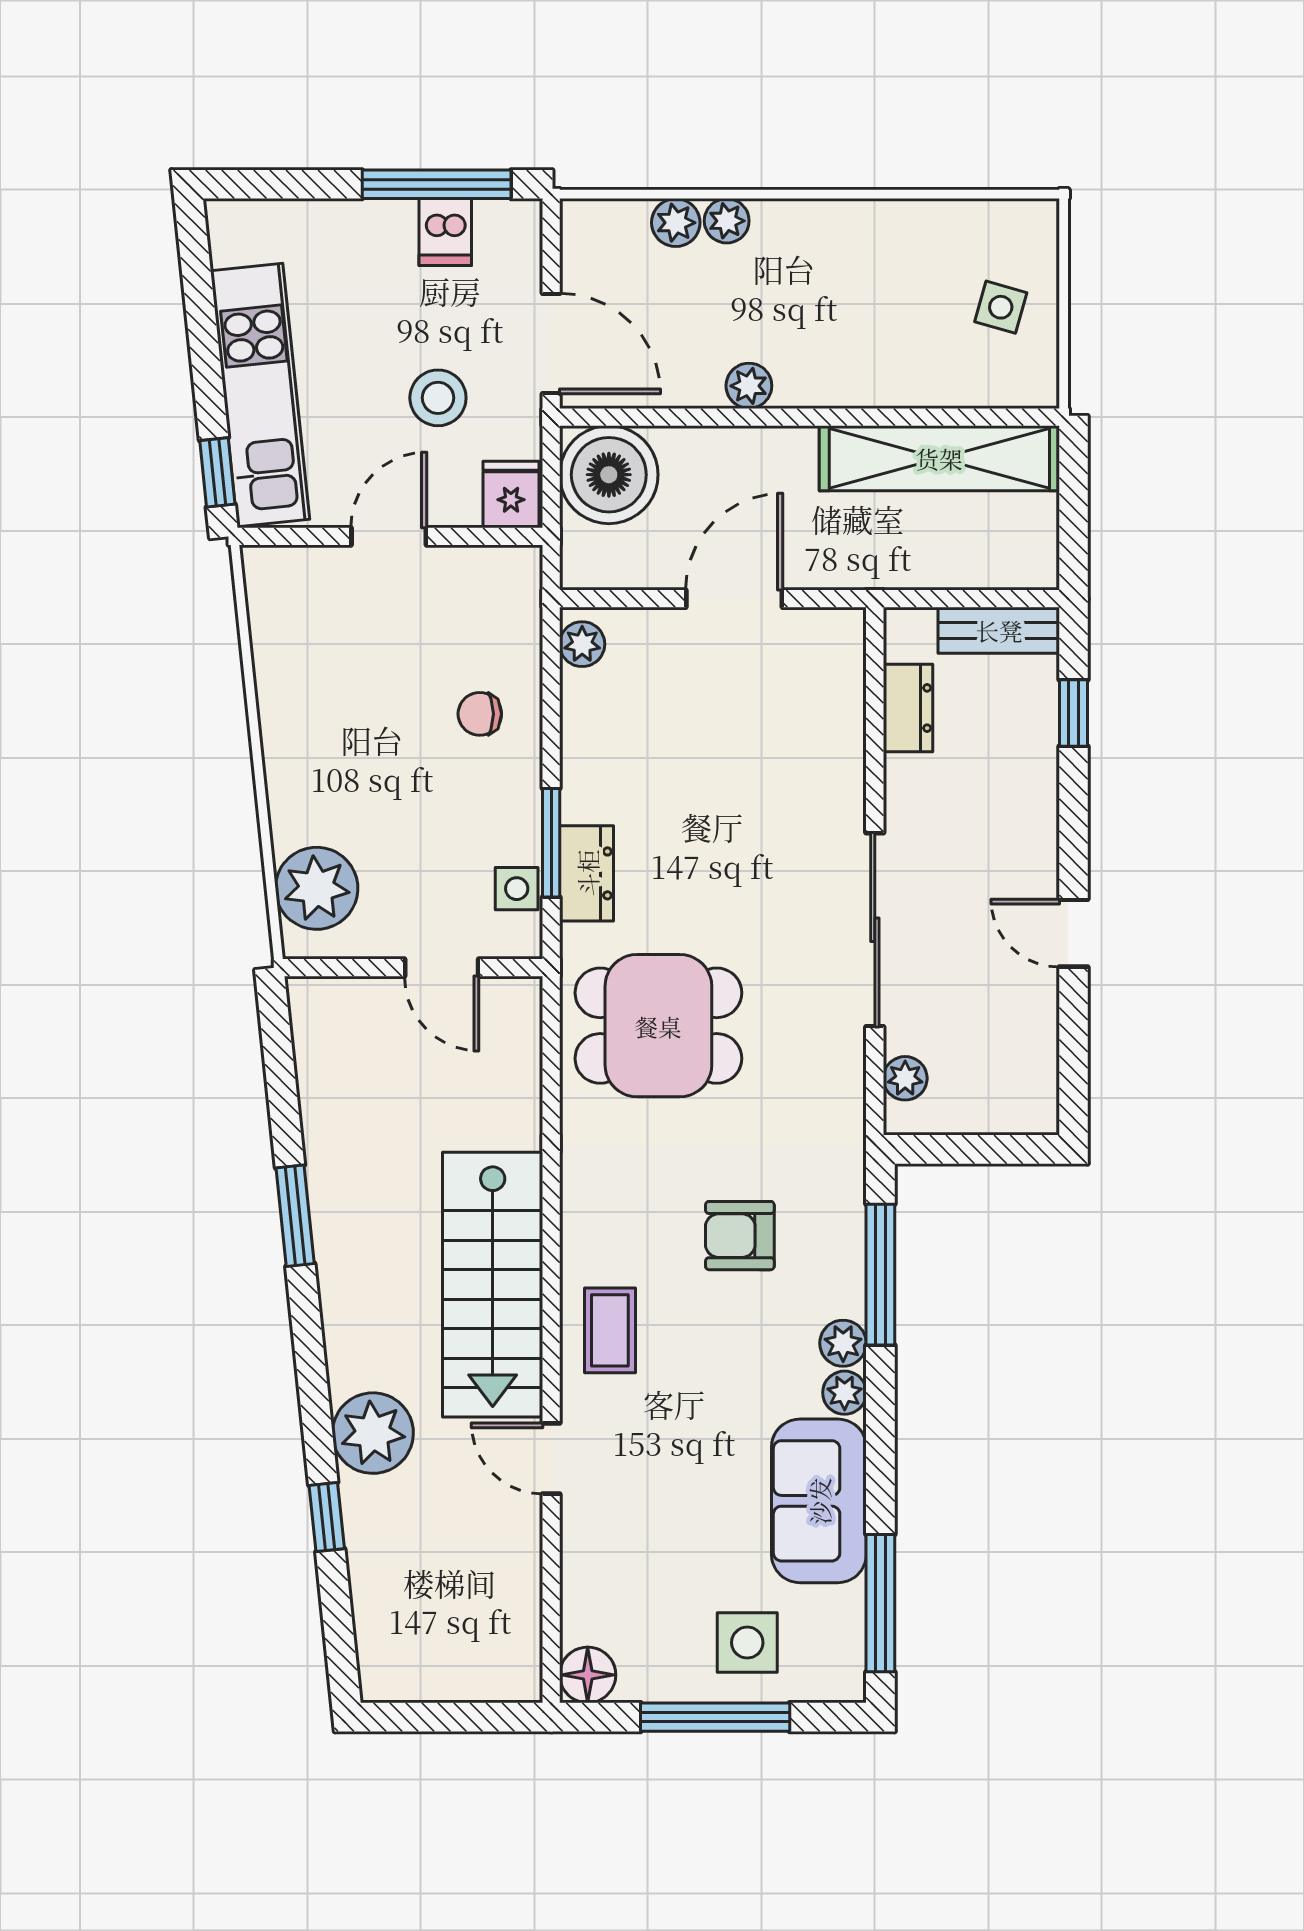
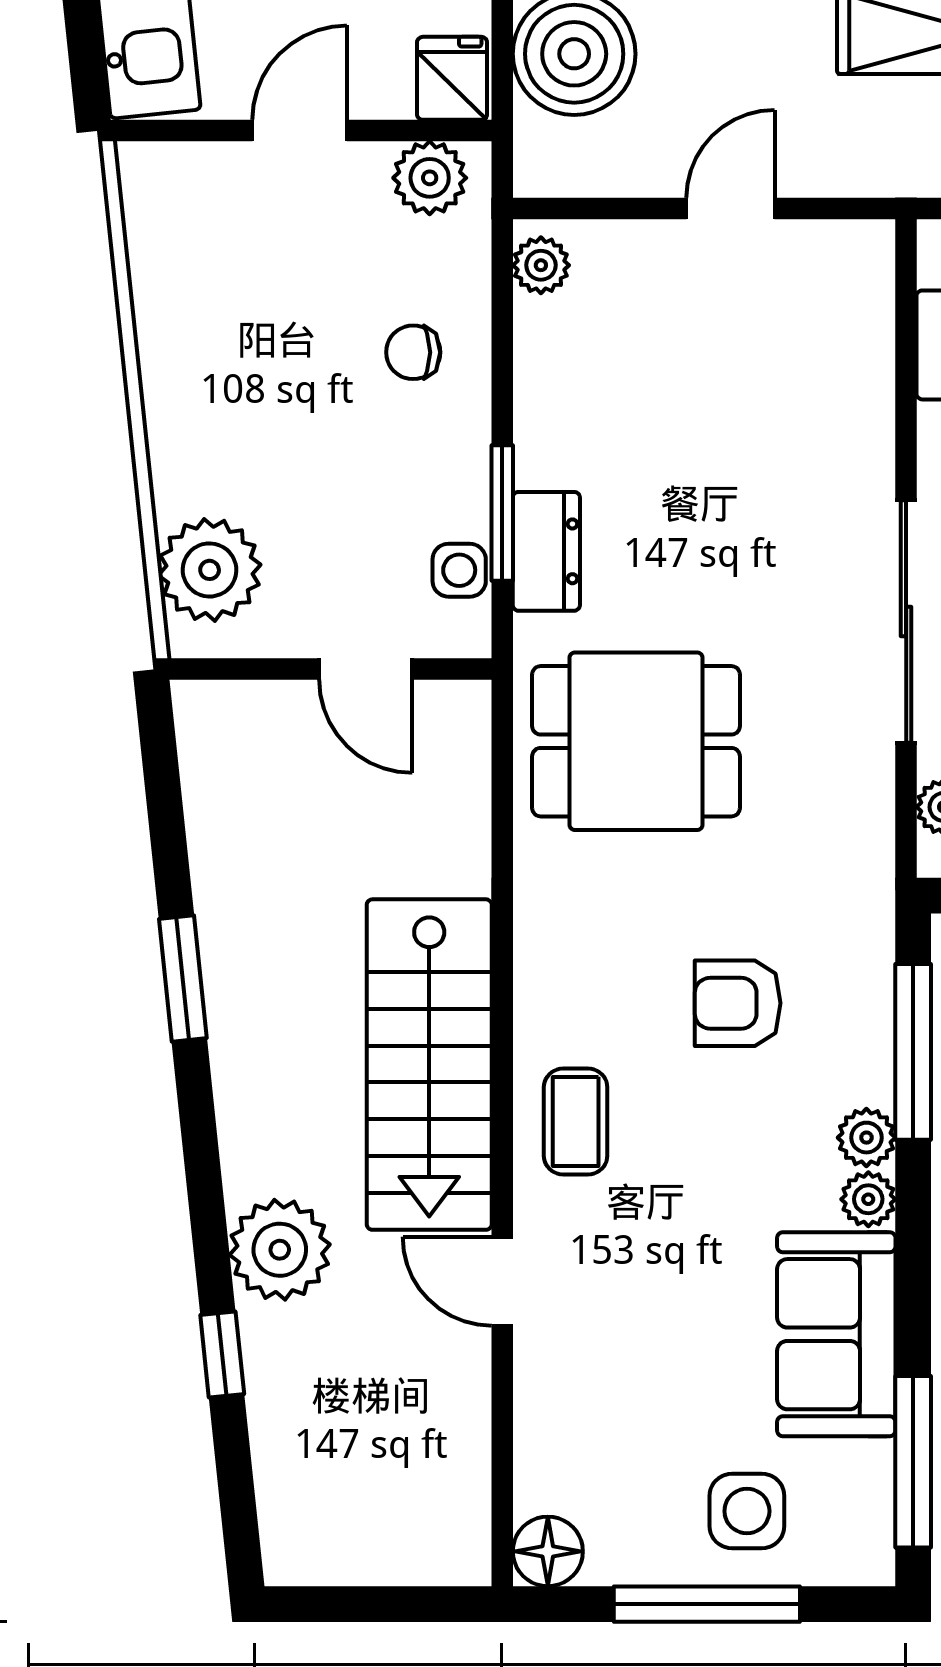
window: (217, 472) -> (86, 51), removed
plant: (493, 574) -> (430, 178), added
door: (734, 599) -> (730, 209), width x0.73

